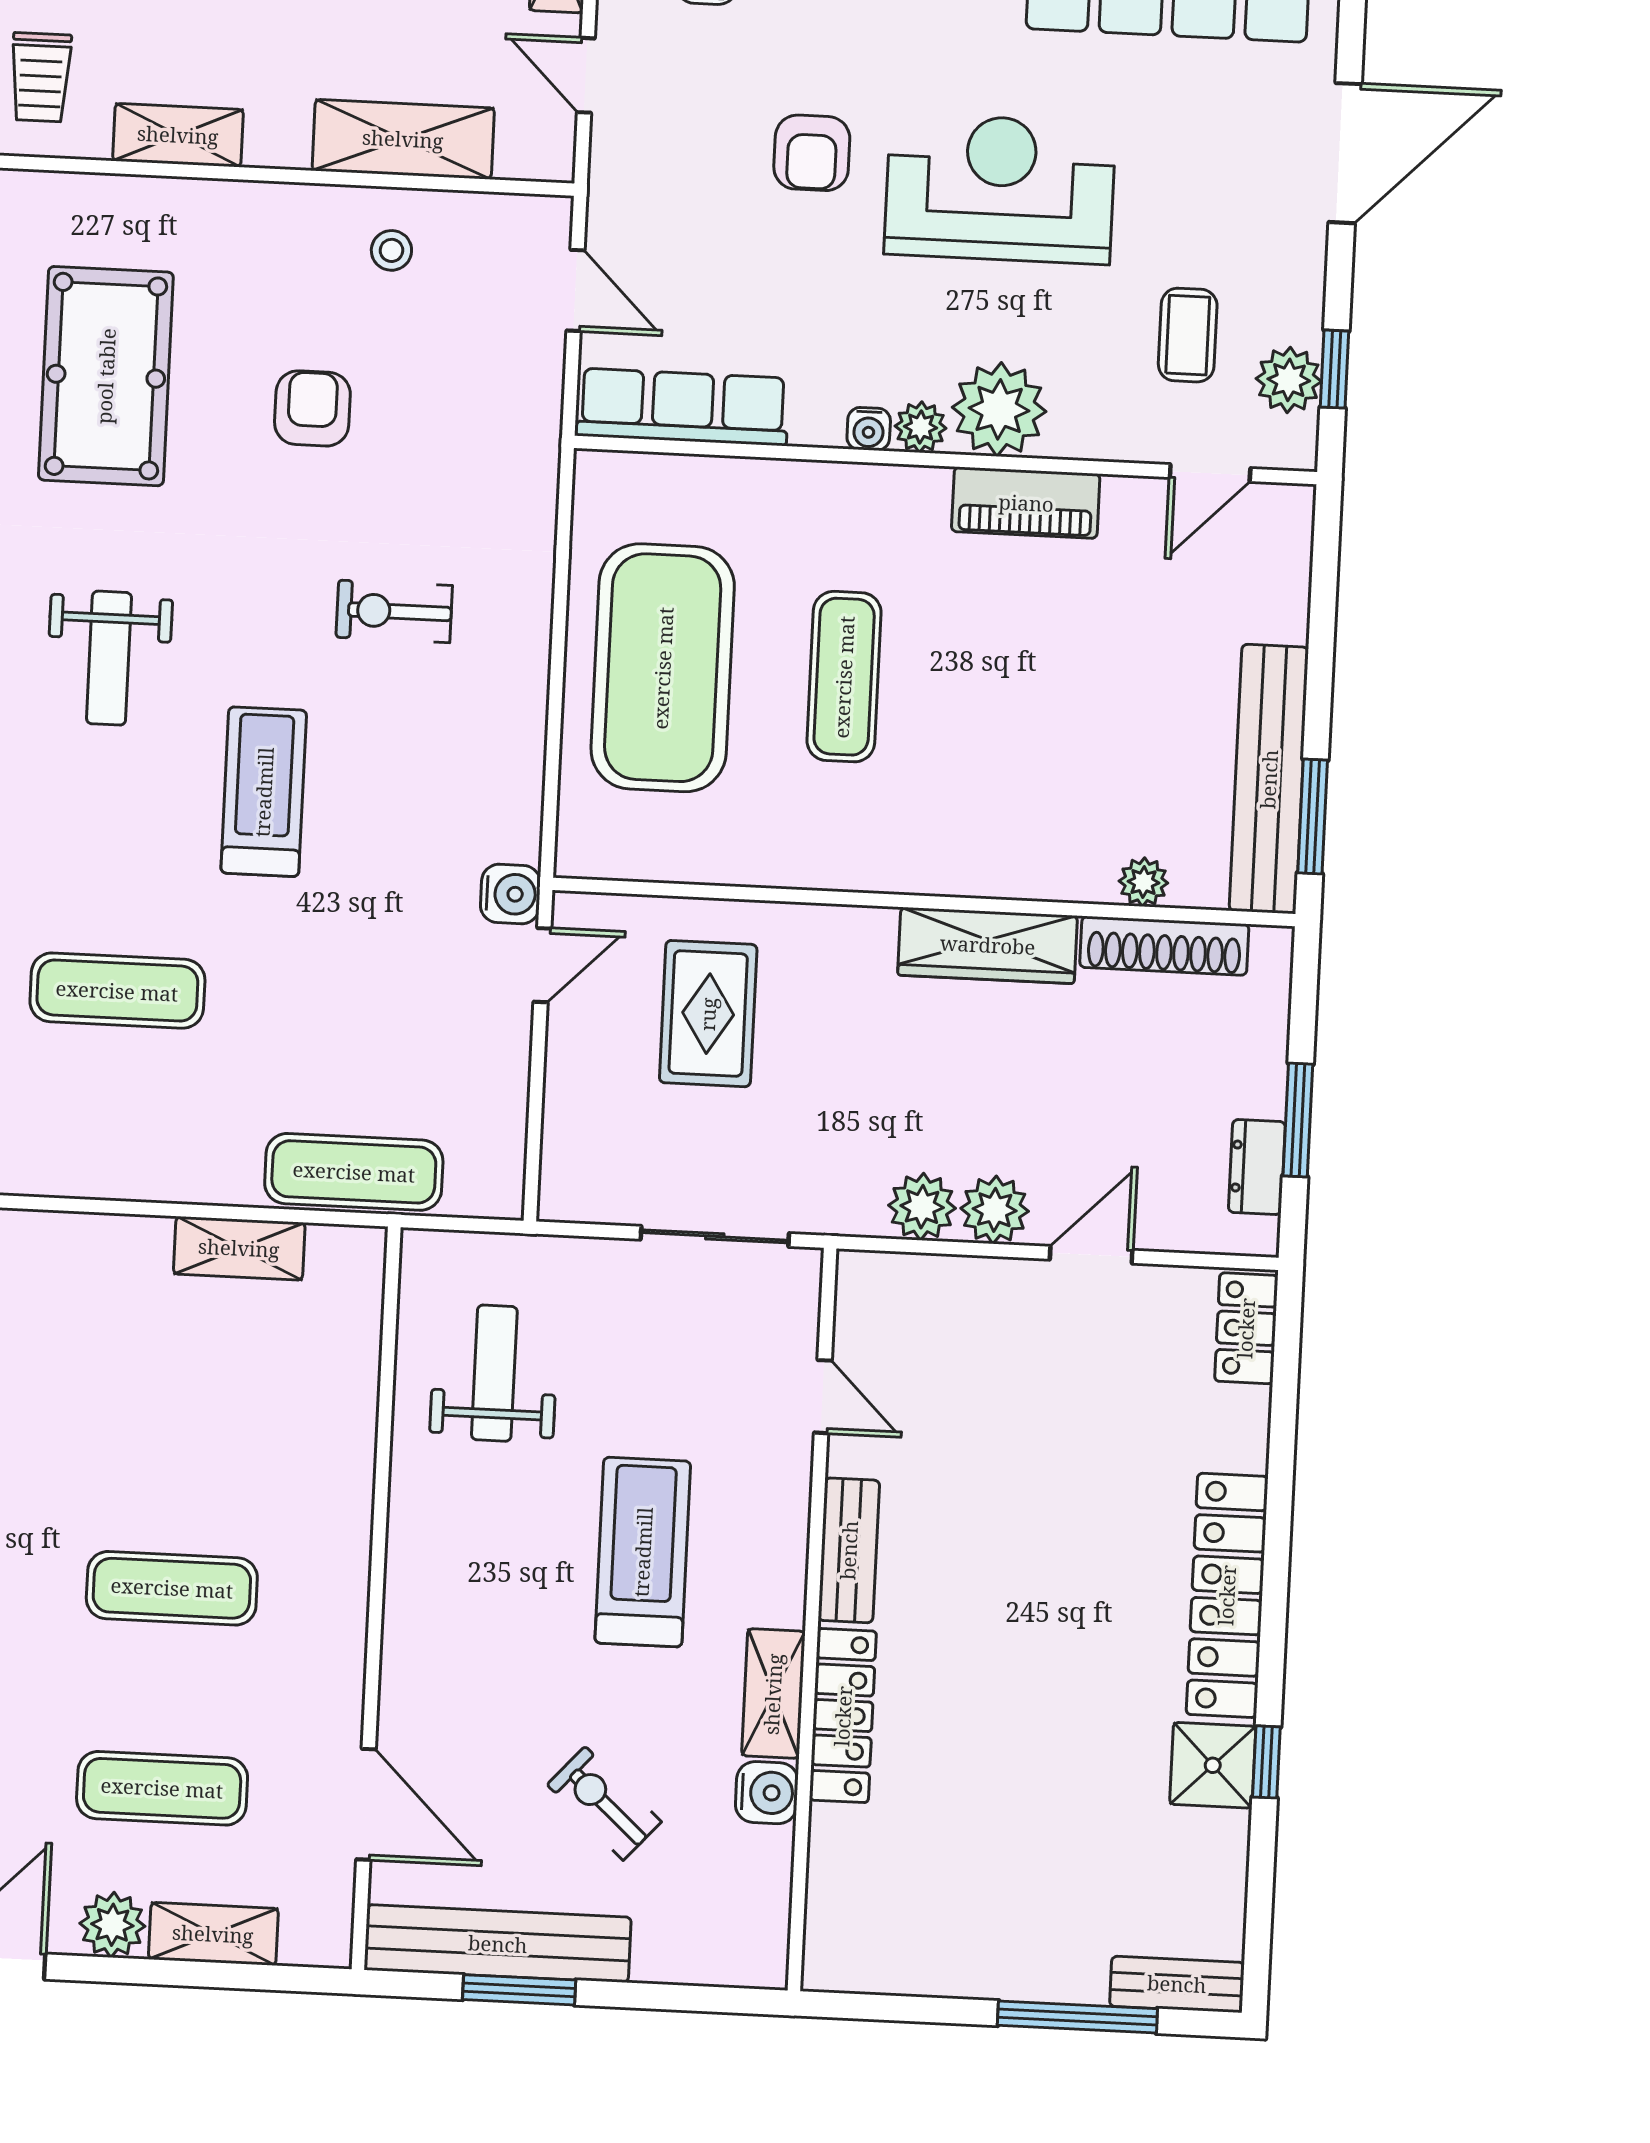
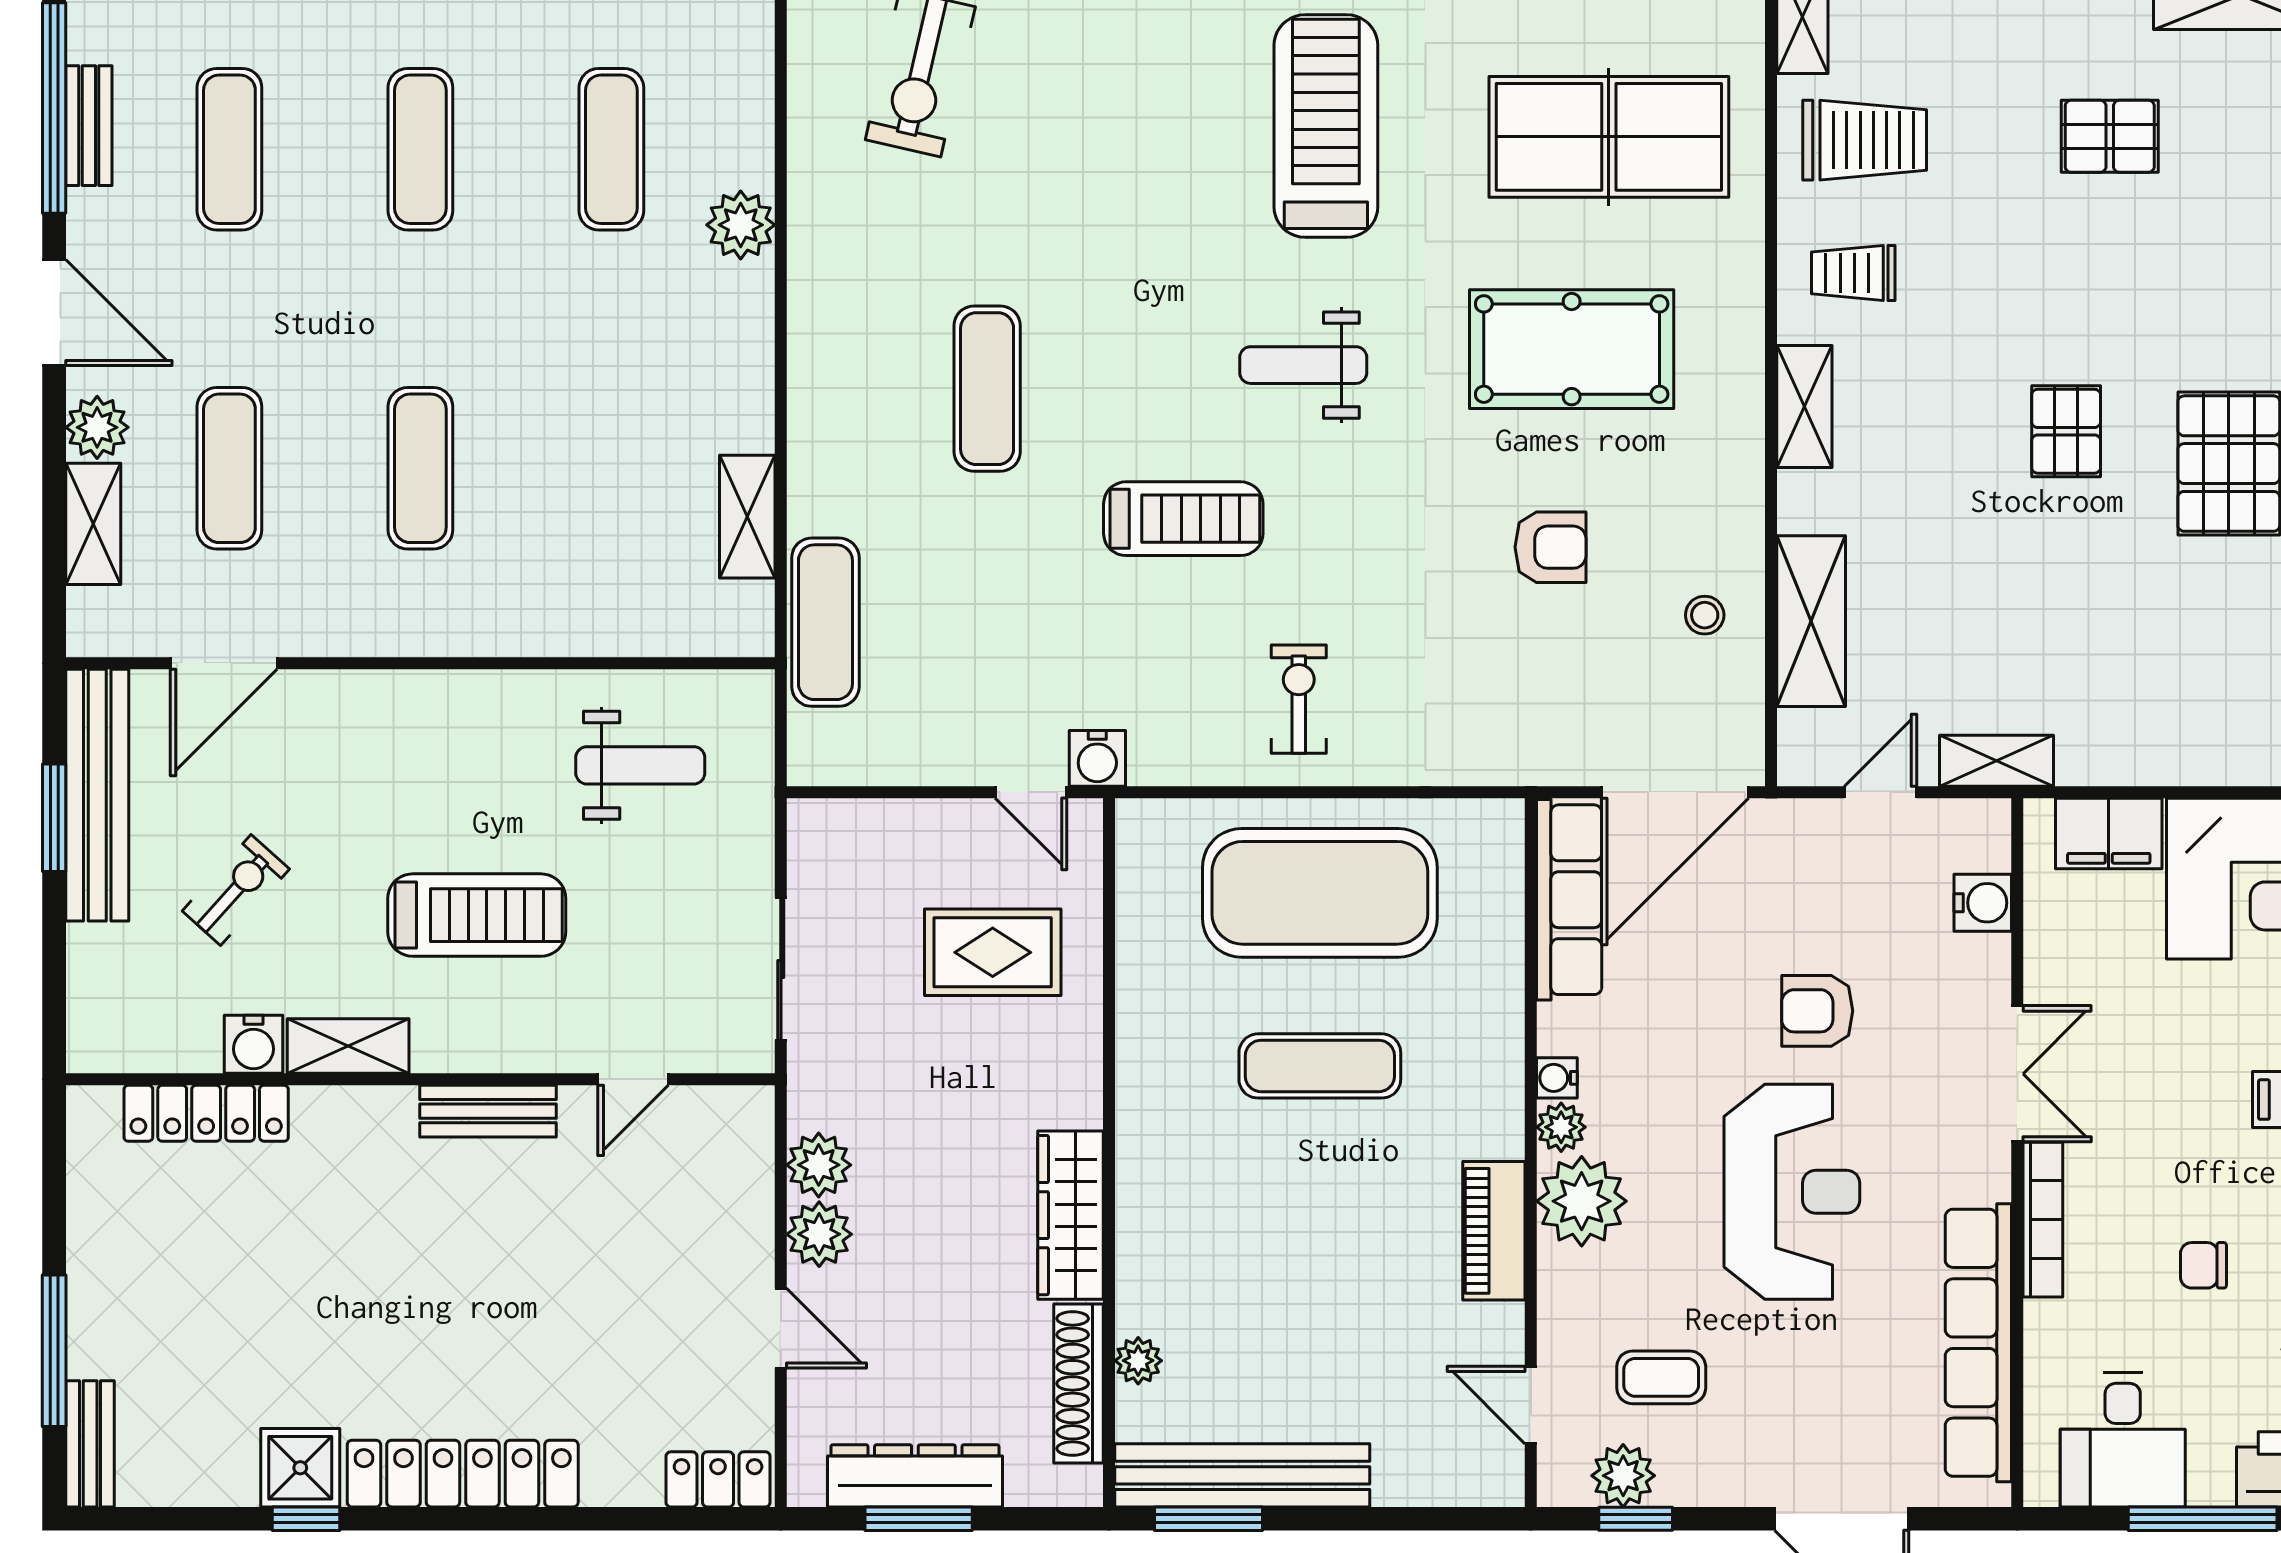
door: (575, 290) -> (1675, 792), width x1.88
exercise bike: (394, 611) -> (1299, 699), moved
dresser: (1257, 1167) -> (915, 1476), width x1.96, depth x1.24
locker: (843, 1716) -> (206, 1113), moved

